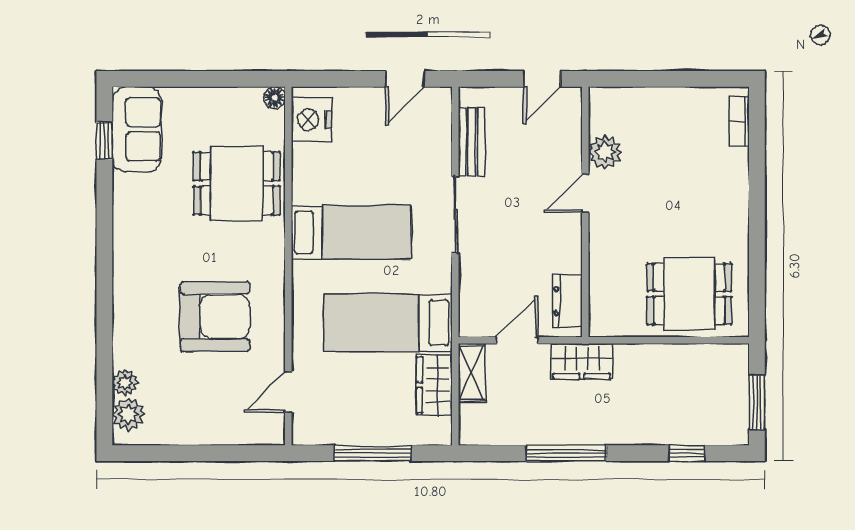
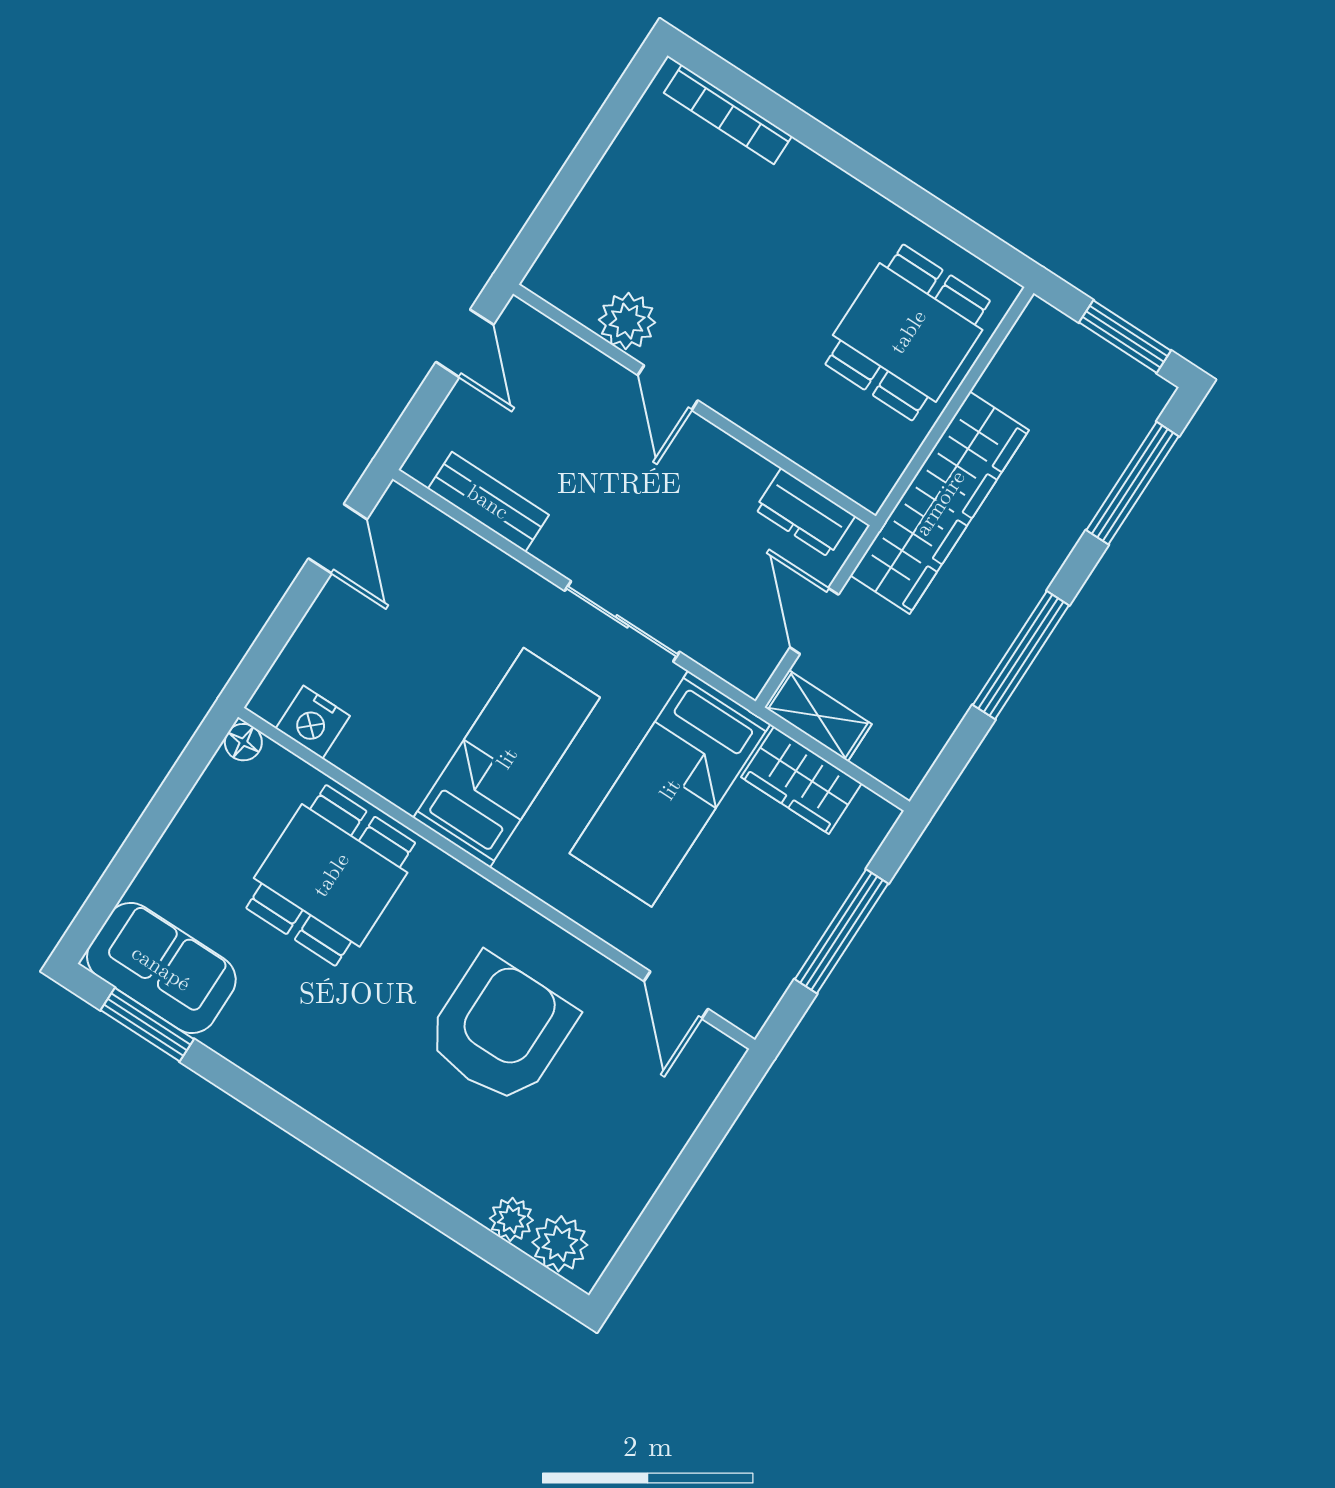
nightstand: (311, 120) -> (313, 722), width x0.74, depth x0.75
bookcase: (739, 122) -> (728, 114), width x1.56
window: (104, 141) -> (147, 1025), width x1.50
sliding door: (455, 214) -> (622, 621), moved
wardrobe: (582, 361) -> (940, 503), width x2.10, depth x1.17
window: (687, 453) -> (1133, 483), width x2.17

